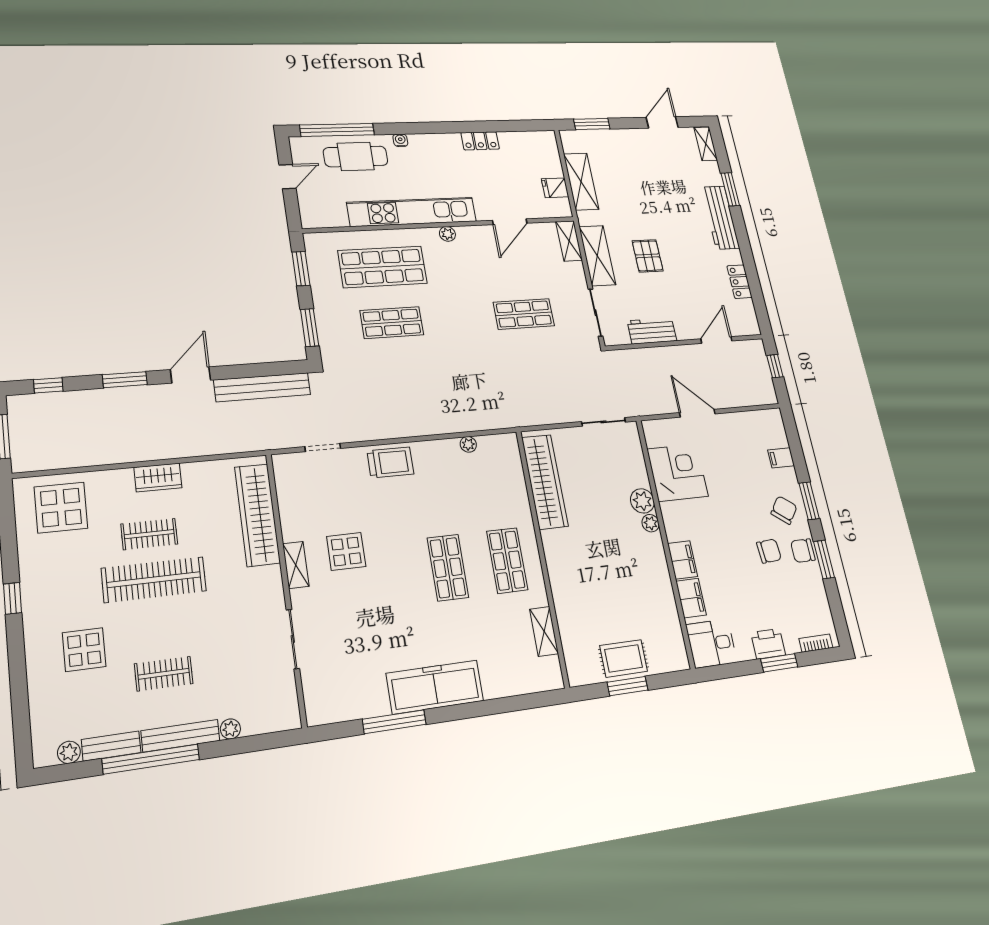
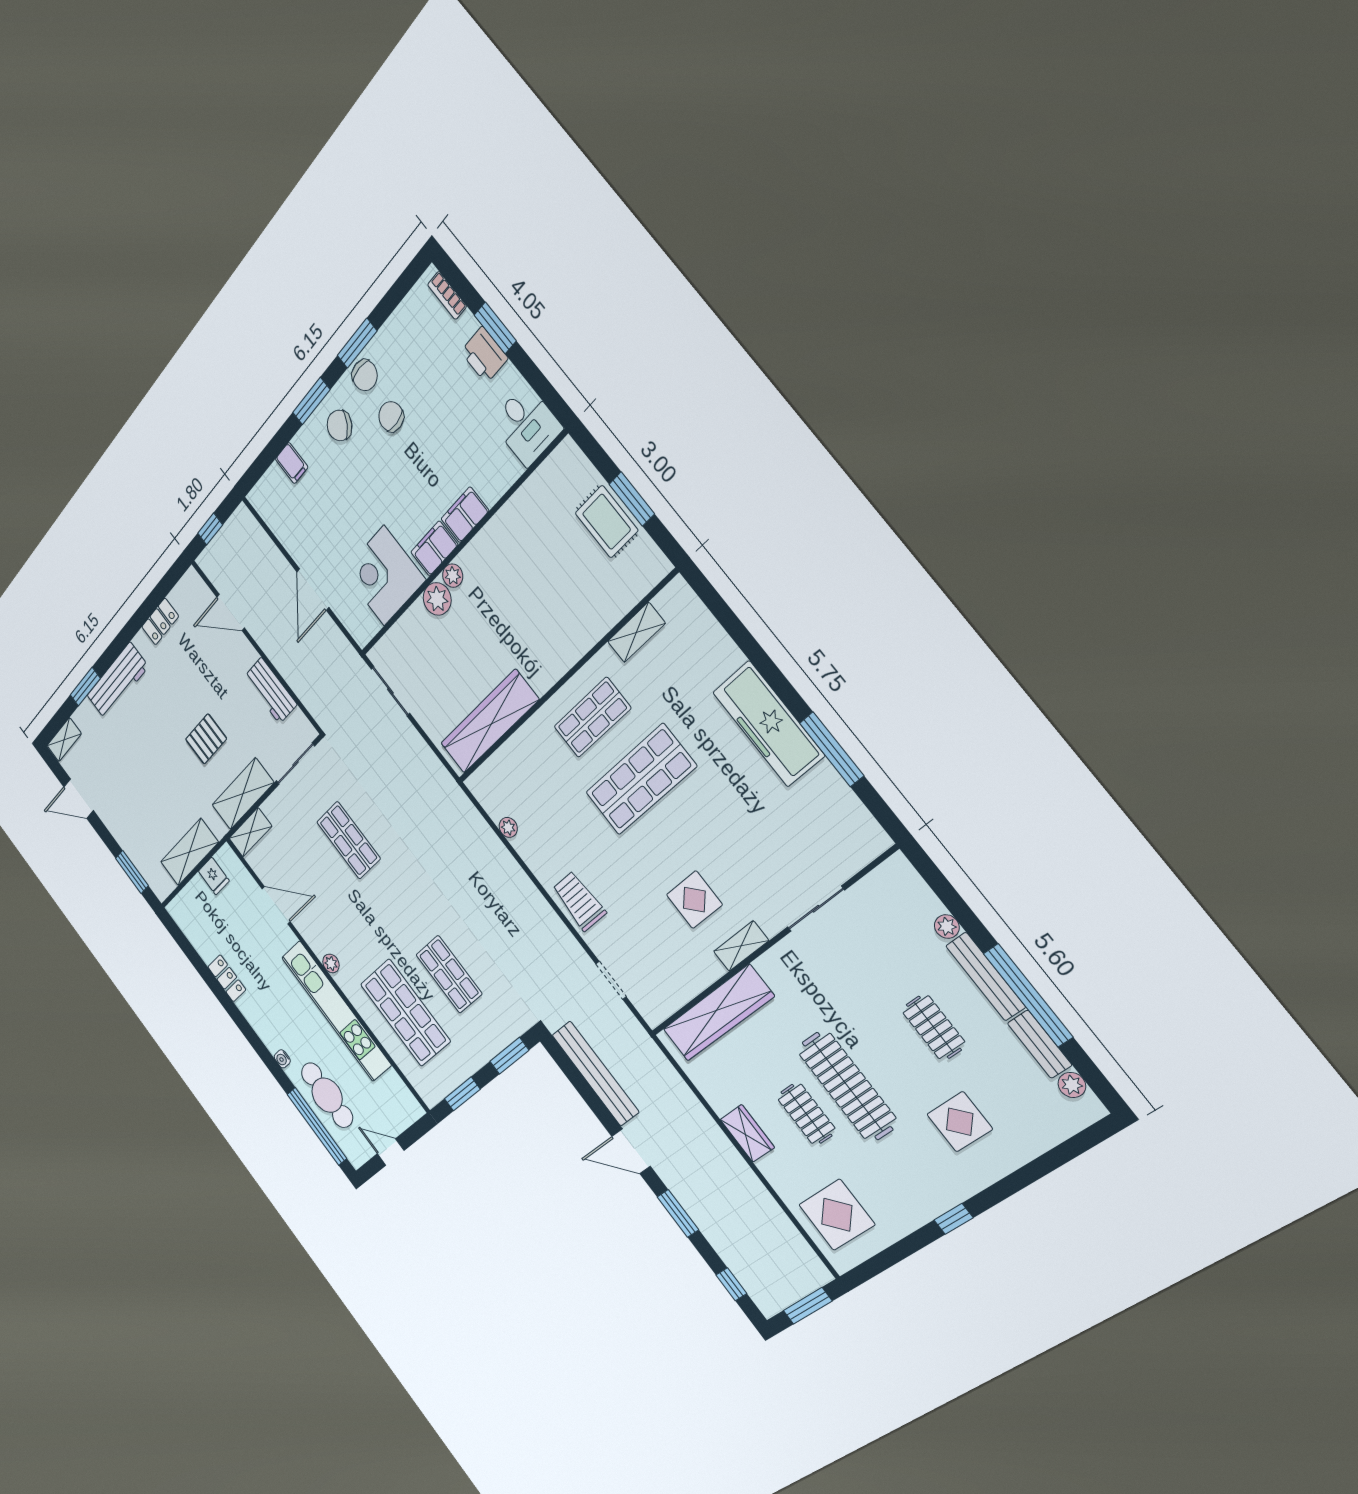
shop shelf: (448, 568) -> (641, 779), width x1.43, depth x1.36
filing cabinet: (691, 598) -> (434, 548), moved

